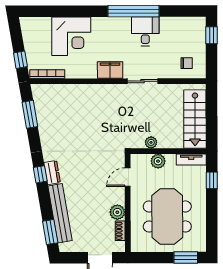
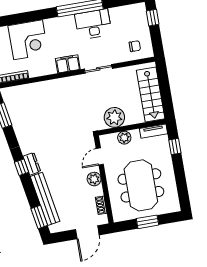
desk: (145, 31) -> (93, 24), width x1.37
plant: (151, 142) -> (114, 117), width x1.88, depth x1.88
plant: (117, 212) -> (94, 179), moved
window: (186, 258) -> (148, 222), moved

